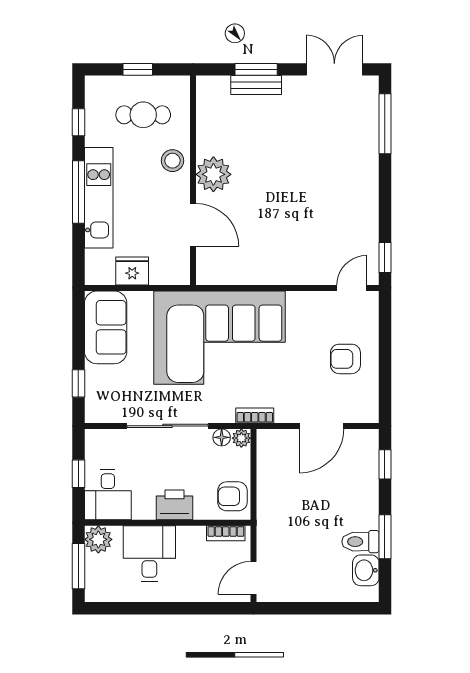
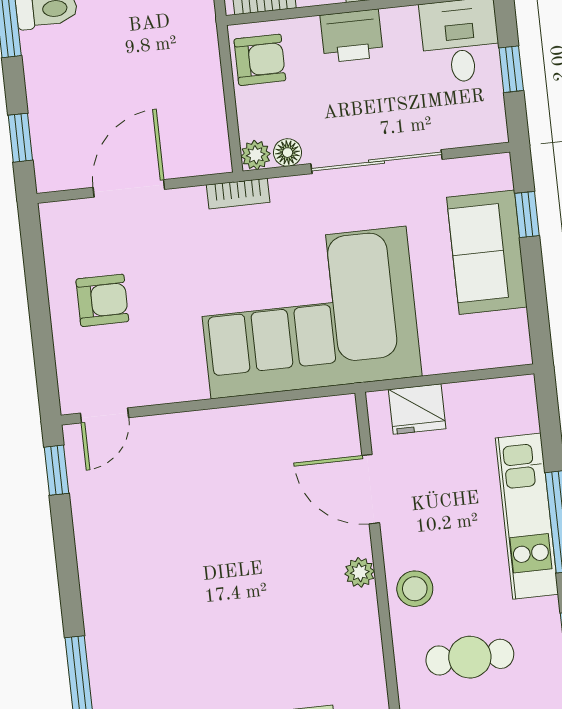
plant: (213, 174) -> (360, 572), width x0.53, depth x0.53
fridge: (132, 271) -> (417, 409), moved
sofa: (106, 327) -> (487, 252), moved

